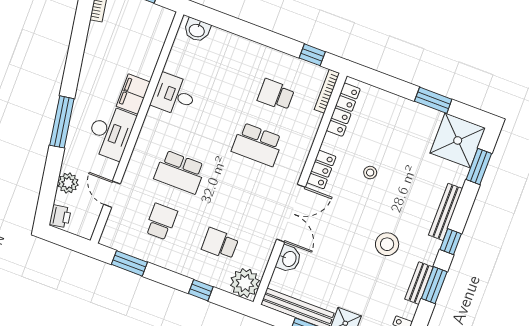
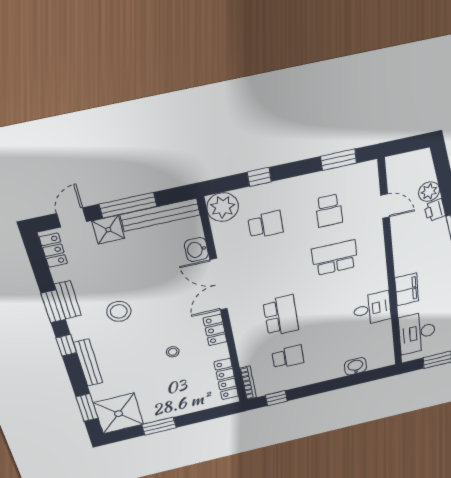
washbasin: (197, 30) -> (355, 366), moved
desk: (111, 132) -> (417, 333), moved
school desk: (257, 144) -> (281, 316), turned 90
printer: (60, 216) -> (435, 210), moved

